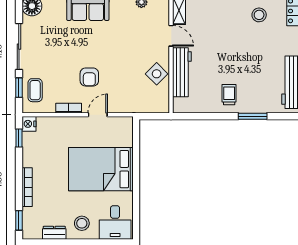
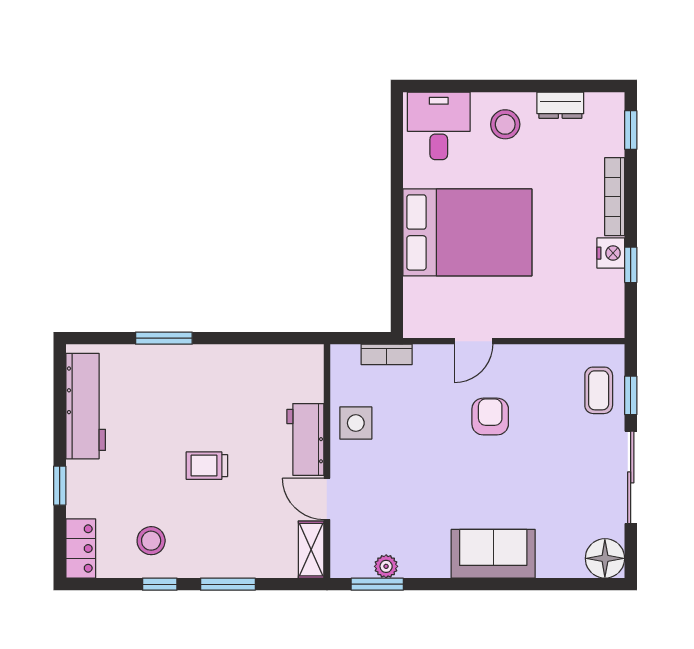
workbench: (182, 72) -> (305, 439), width x0.73
side table: (157, 74) -> (356, 423), turned 45
trolley: (229, 95) -> (207, 466), moved, turned 90
bookcase: (69, 108) -> (387, 354), moved
nightstand: (29, 124) -> (611, 253), moved
window: (19, 138) -> (631, 265), moved

